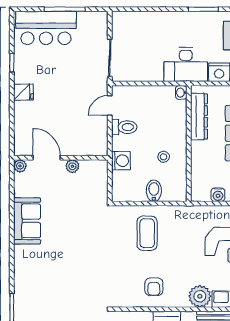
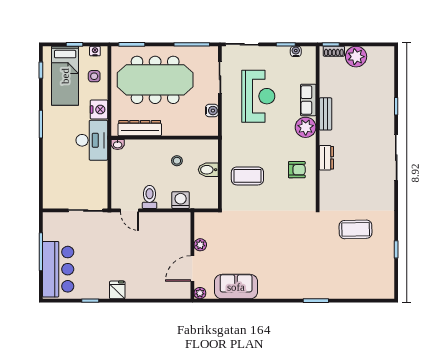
door: (47, 158) -> (192, 269), moved
wall: (61, 158) -> (192, 256), moved
plant: (20, 166) -> (200, 293), moved
plant: (72, 166) -> (200, 245), moved

